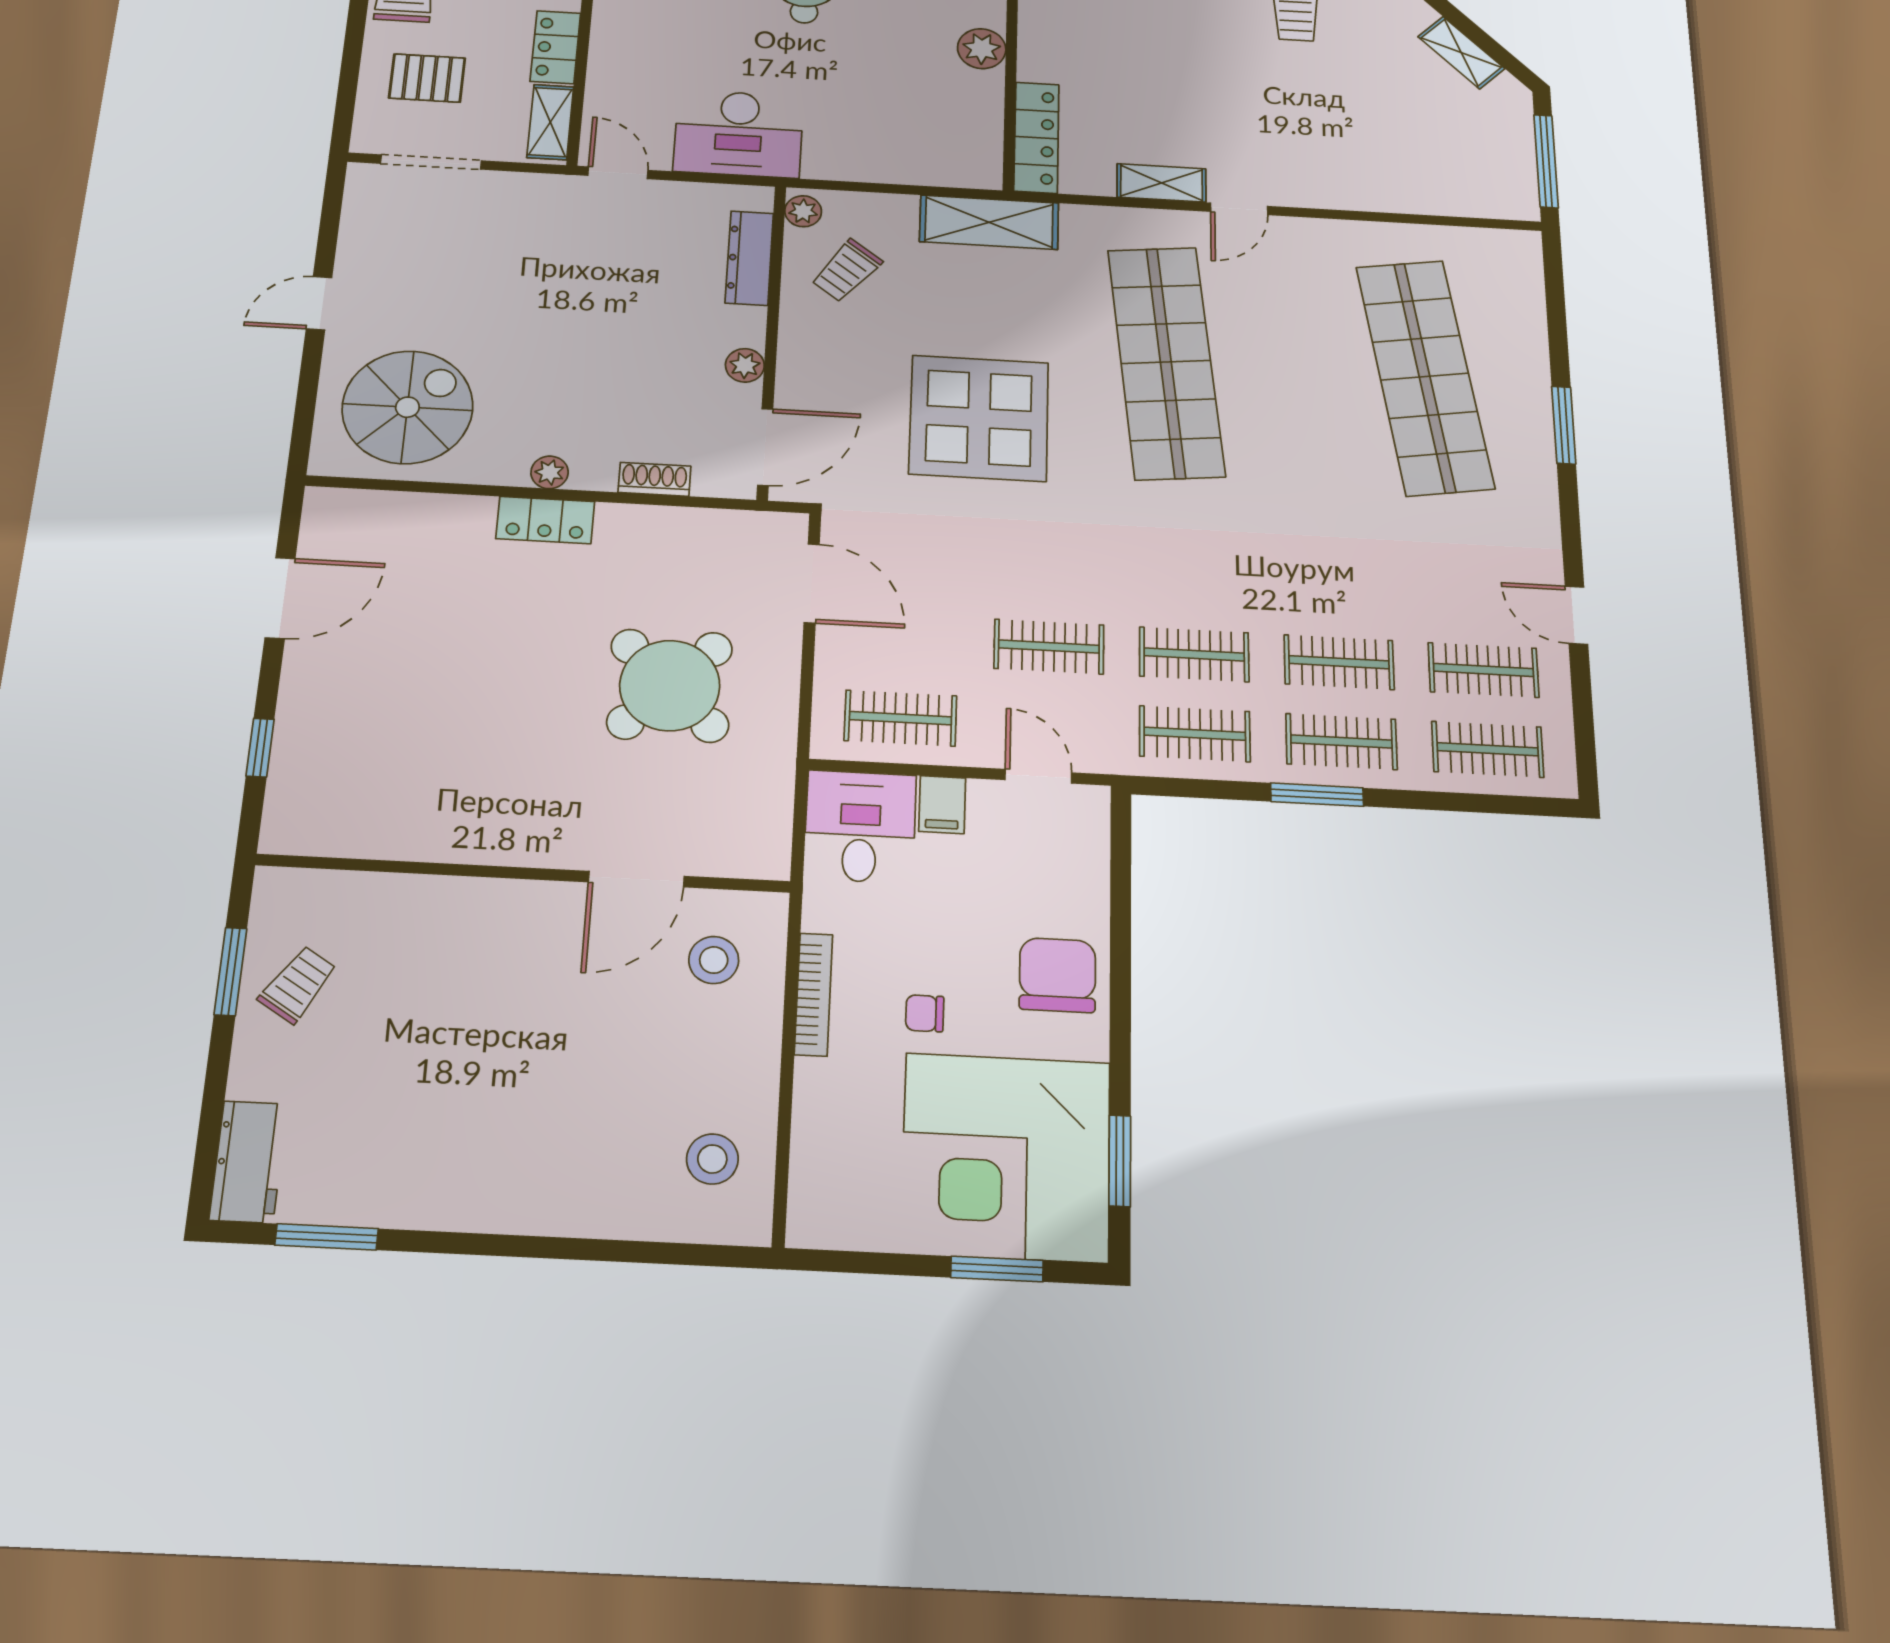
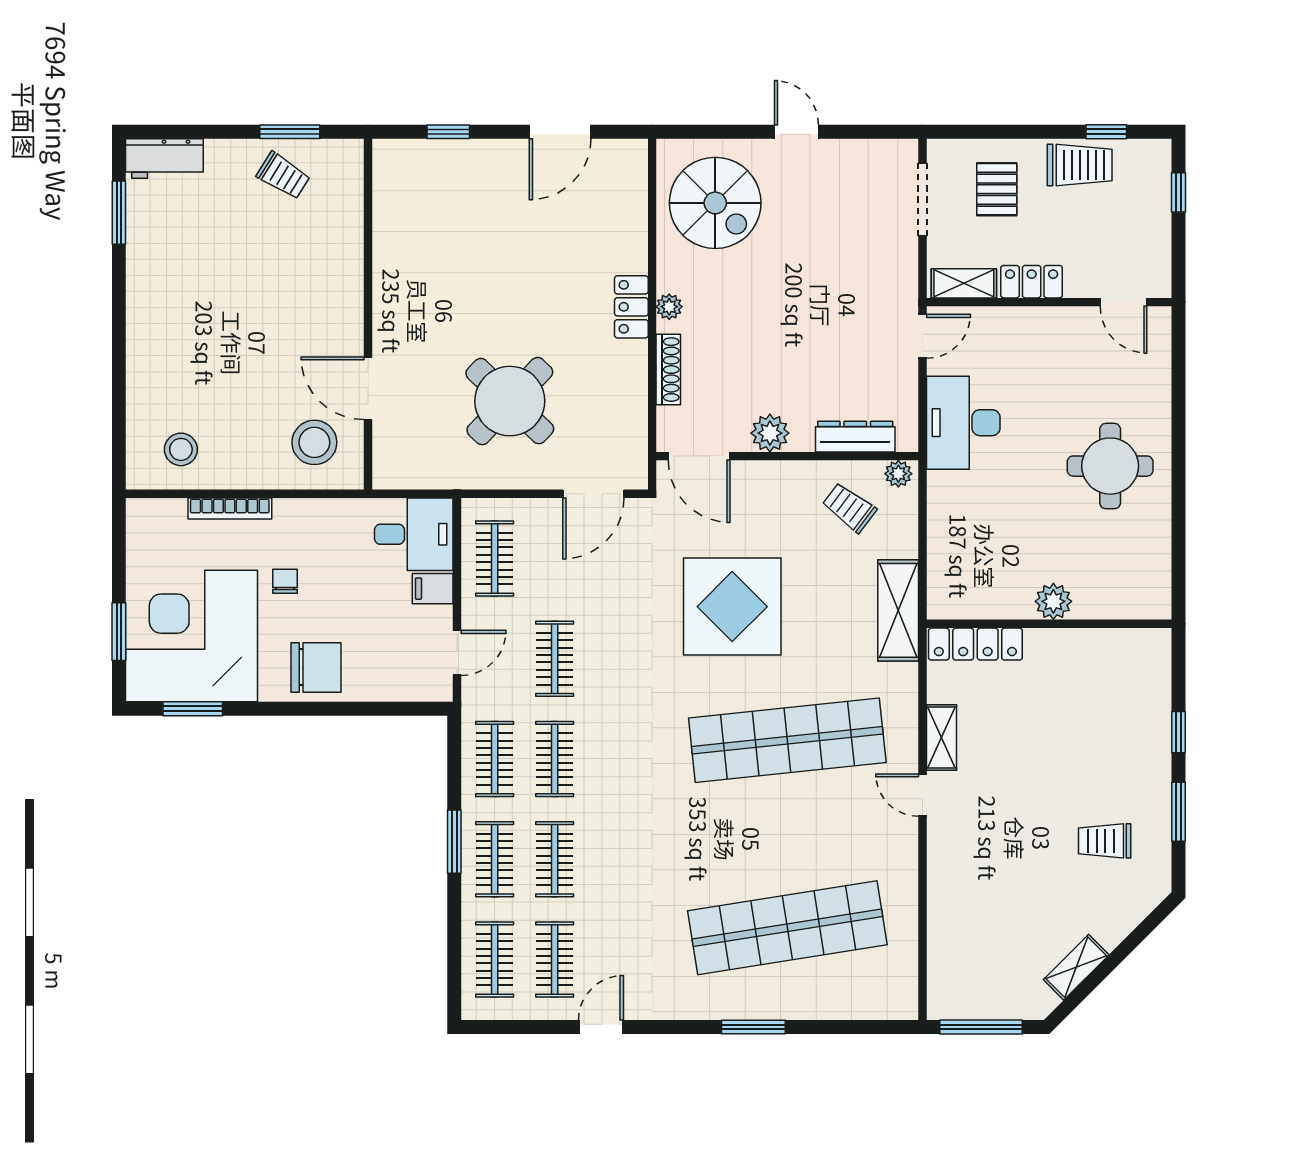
plant: (745, 365) -> (770, 433), width x1.38, depth x1.38
shoe rack: (654, 479) -> (668, 370), width x1.43
door: (280, 598) -> (560, 132), hinge flipped
stool: (714, 960) -> (314, 442), width x1.38, depth x1.38
bookcase: (814, 994) -> (230, 509), moved

